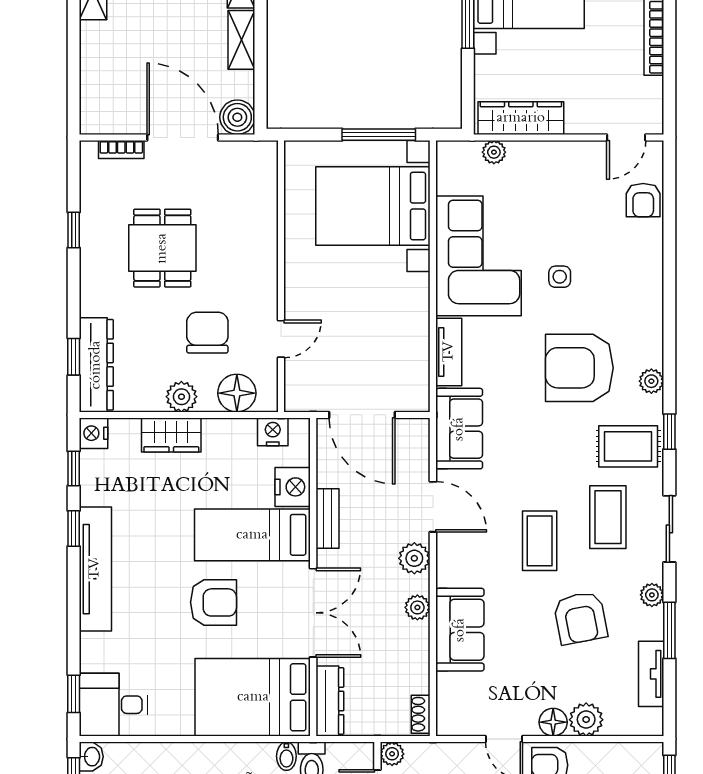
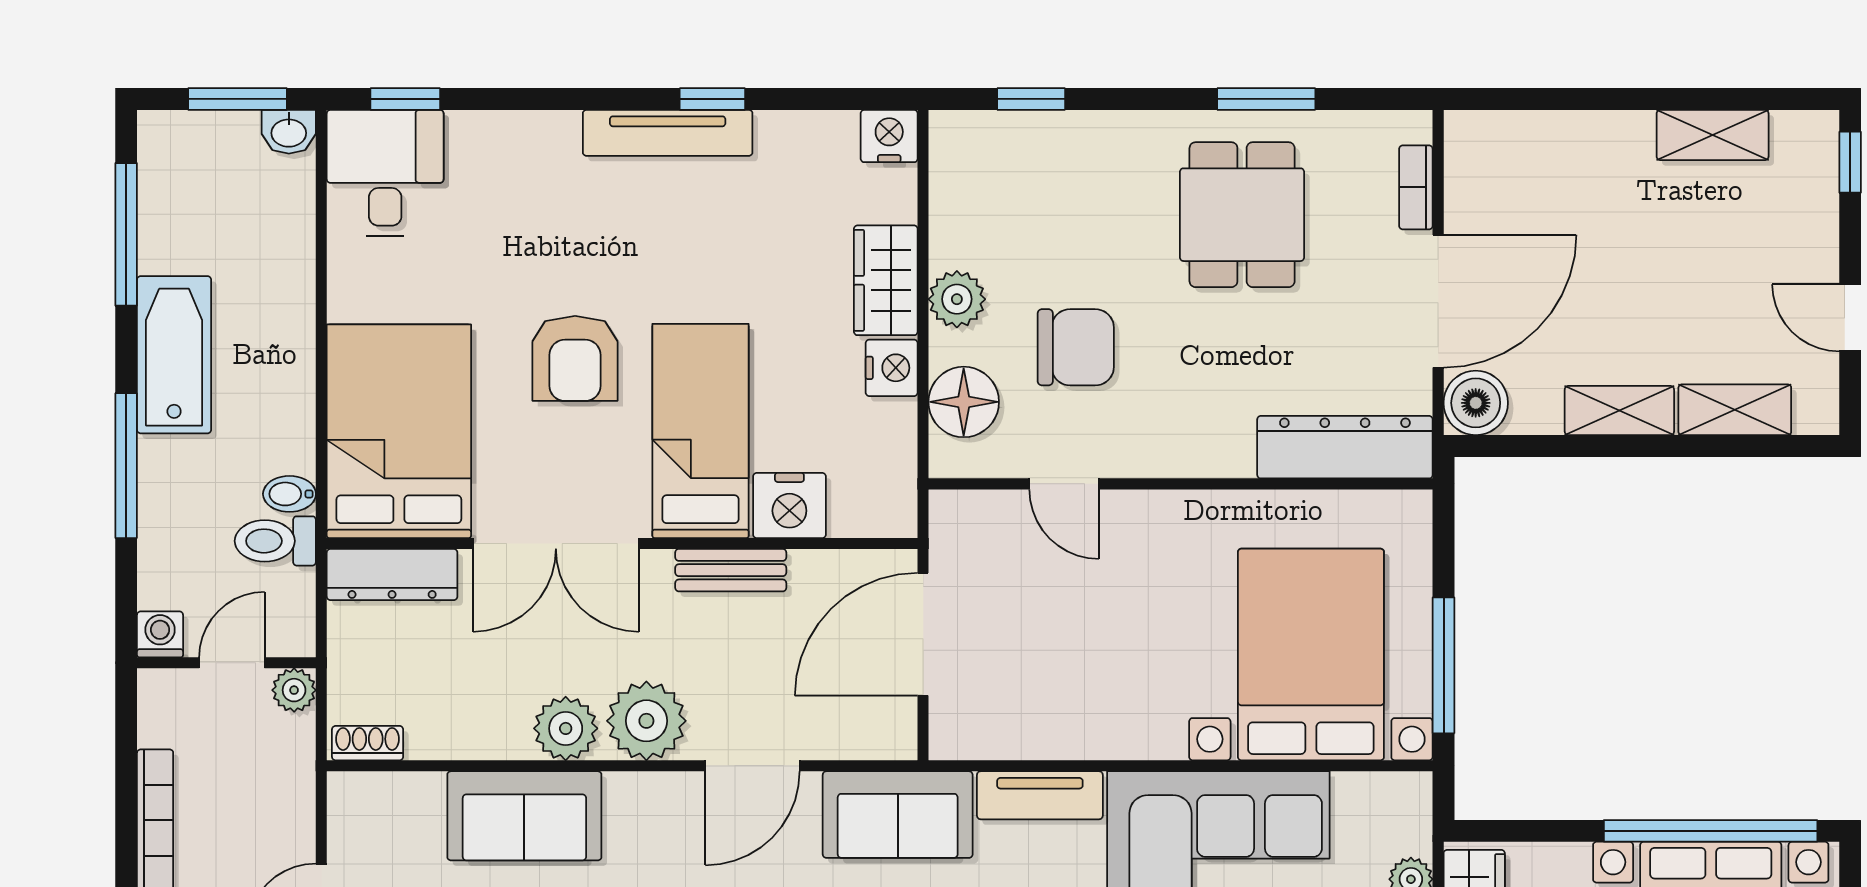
window: (74, 230) -> (1266, 99), width x1.50
dining table: (162, 248) -> (1242, 215), moved, turned 90
dresser: (96, 365) -> (1345, 447), moved, turned 180
nightstand: (273, 432) -> (892, 368), moved
window: (74, 469) -> (824, 99), removed
plant: (414, 558) -> (646, 721), width x1.36, depth x1.36
tv unit: (95, 569) -> (668, 133), width x0.73, depth x0.78
plant: (417, 607) -> (566, 728), width x1.38, depth x1.38

